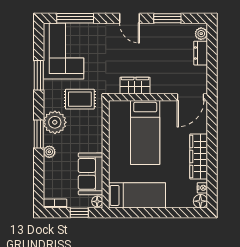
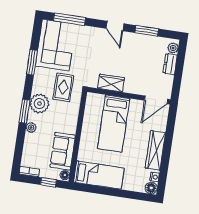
rug: (80, 99) -> (63, 87), turned 90

